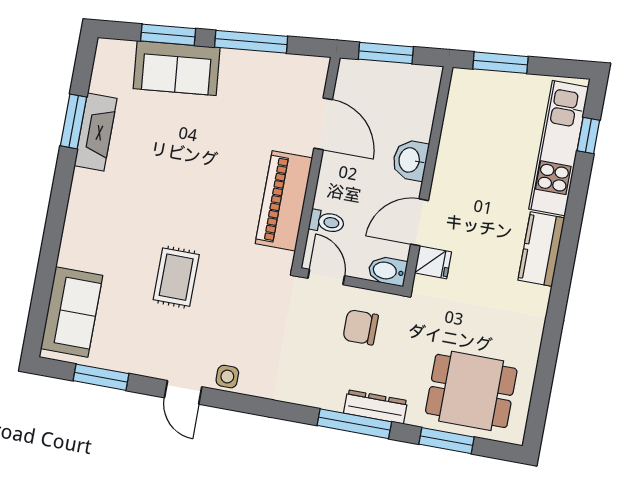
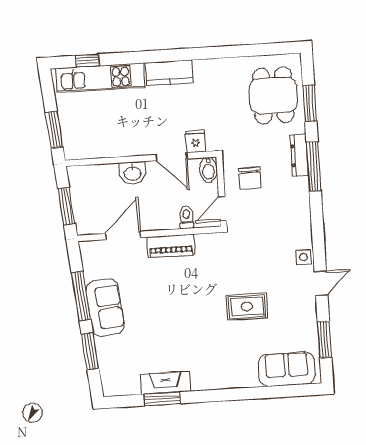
sofa: (177, 68) -> (105, 308), moved
piano: (284, 201) -> (171, 246), width x0.73, depth x0.75

